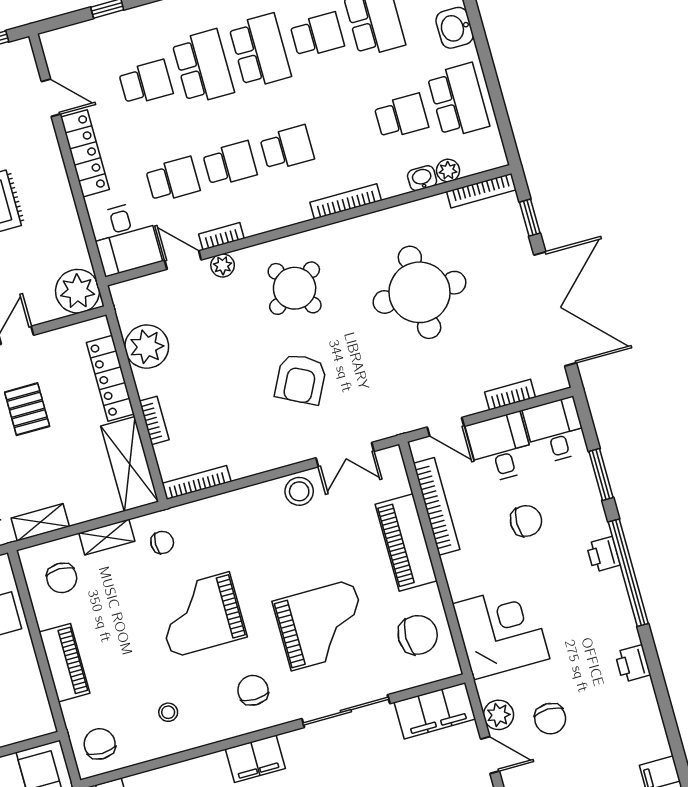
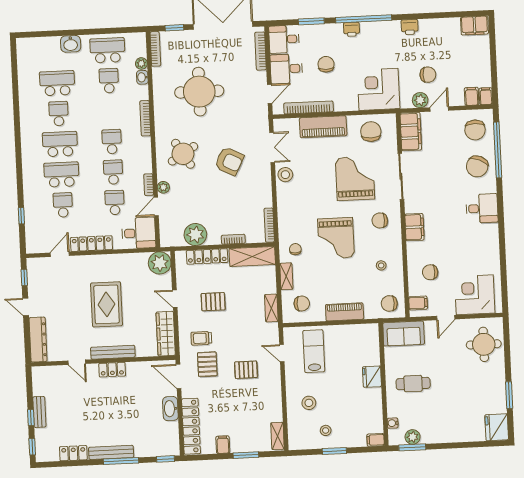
bookcase: (510, 395) -> (261, 51), width x1.56

